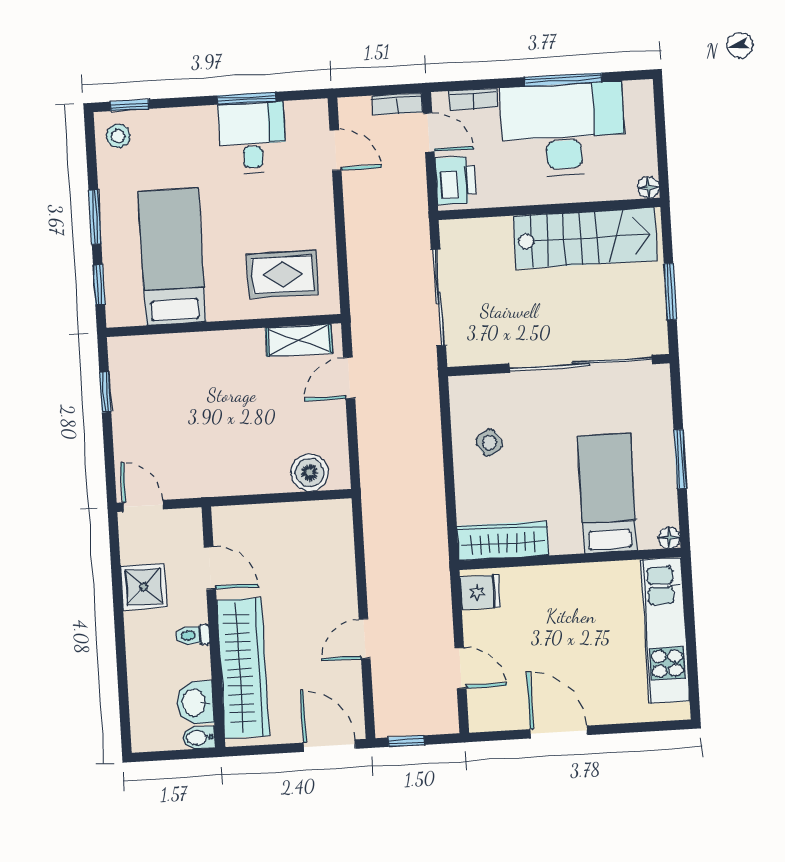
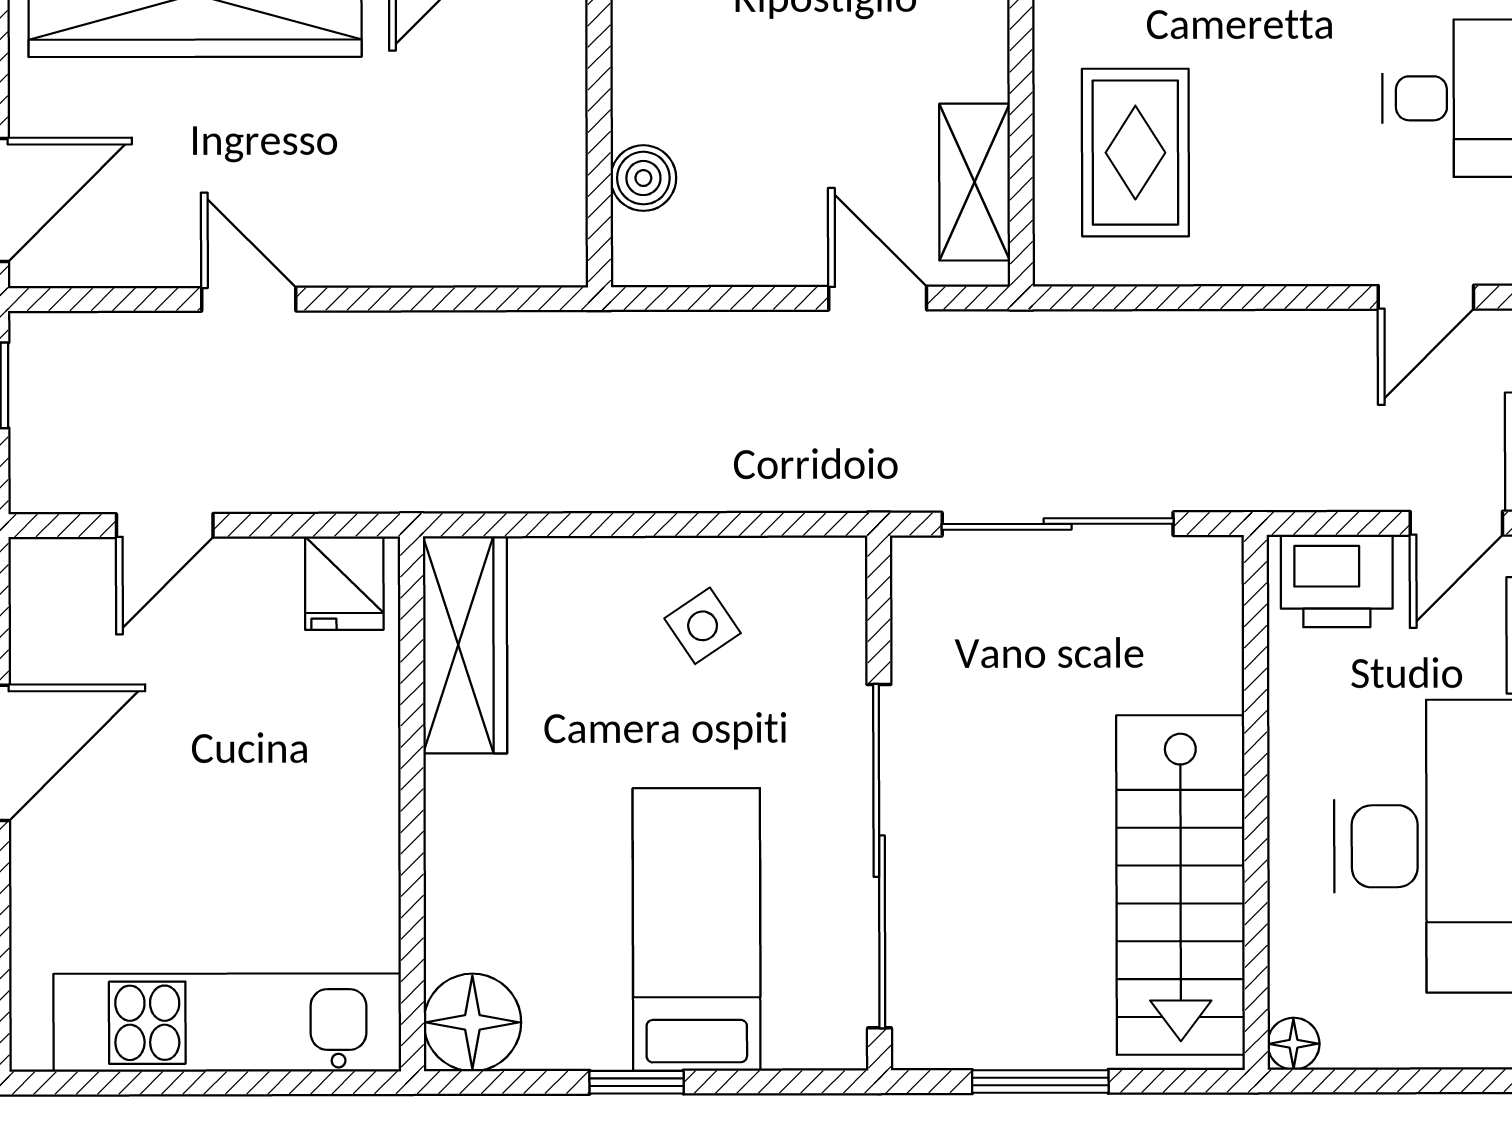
window: (680, 459) -> (637, 1082), width x0.67
boiler: (310, 473) -> (643, 178), width x0.73, depth x0.73
bed: (607, 493) -> (697, 929), moved, turned -90
floor lamp: (669, 538) -> (472, 1022), width x1.89, depth x1.89

